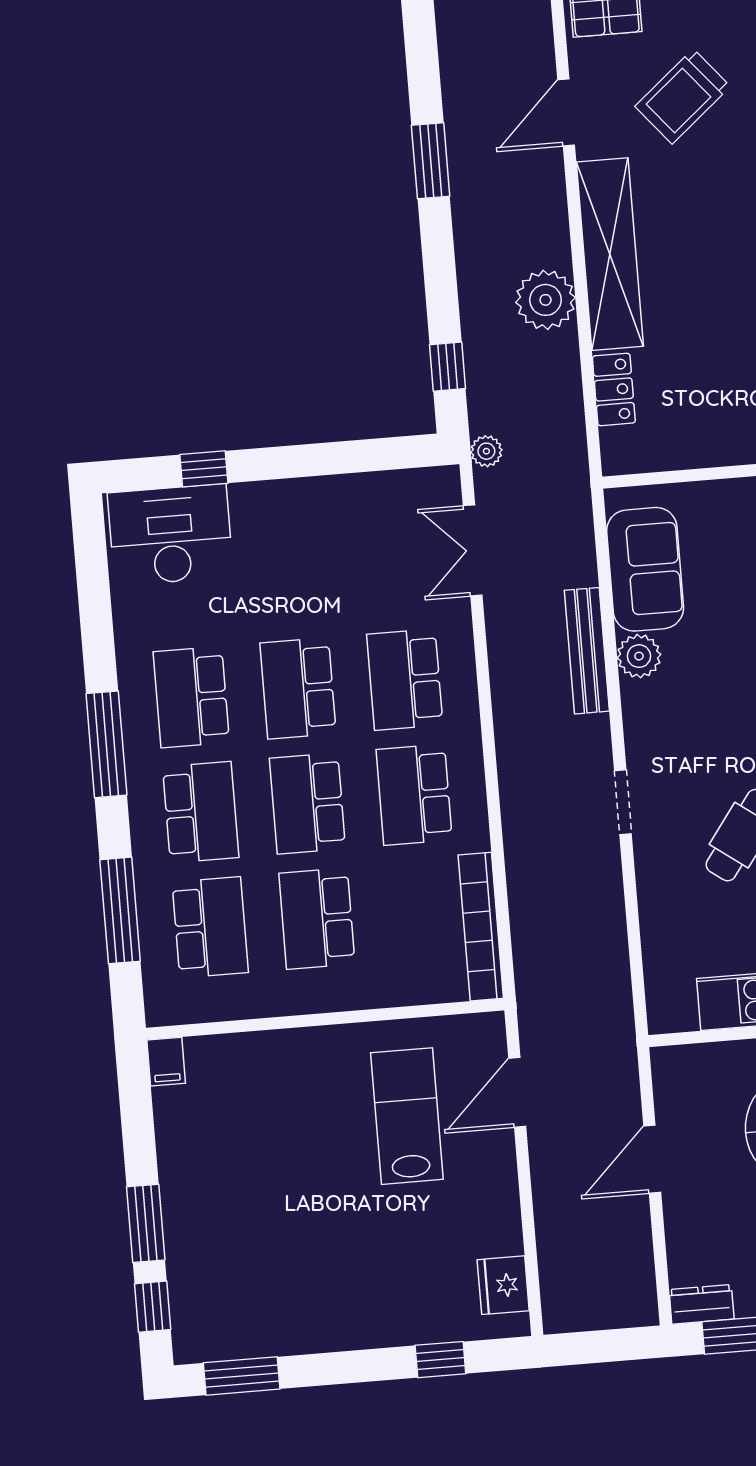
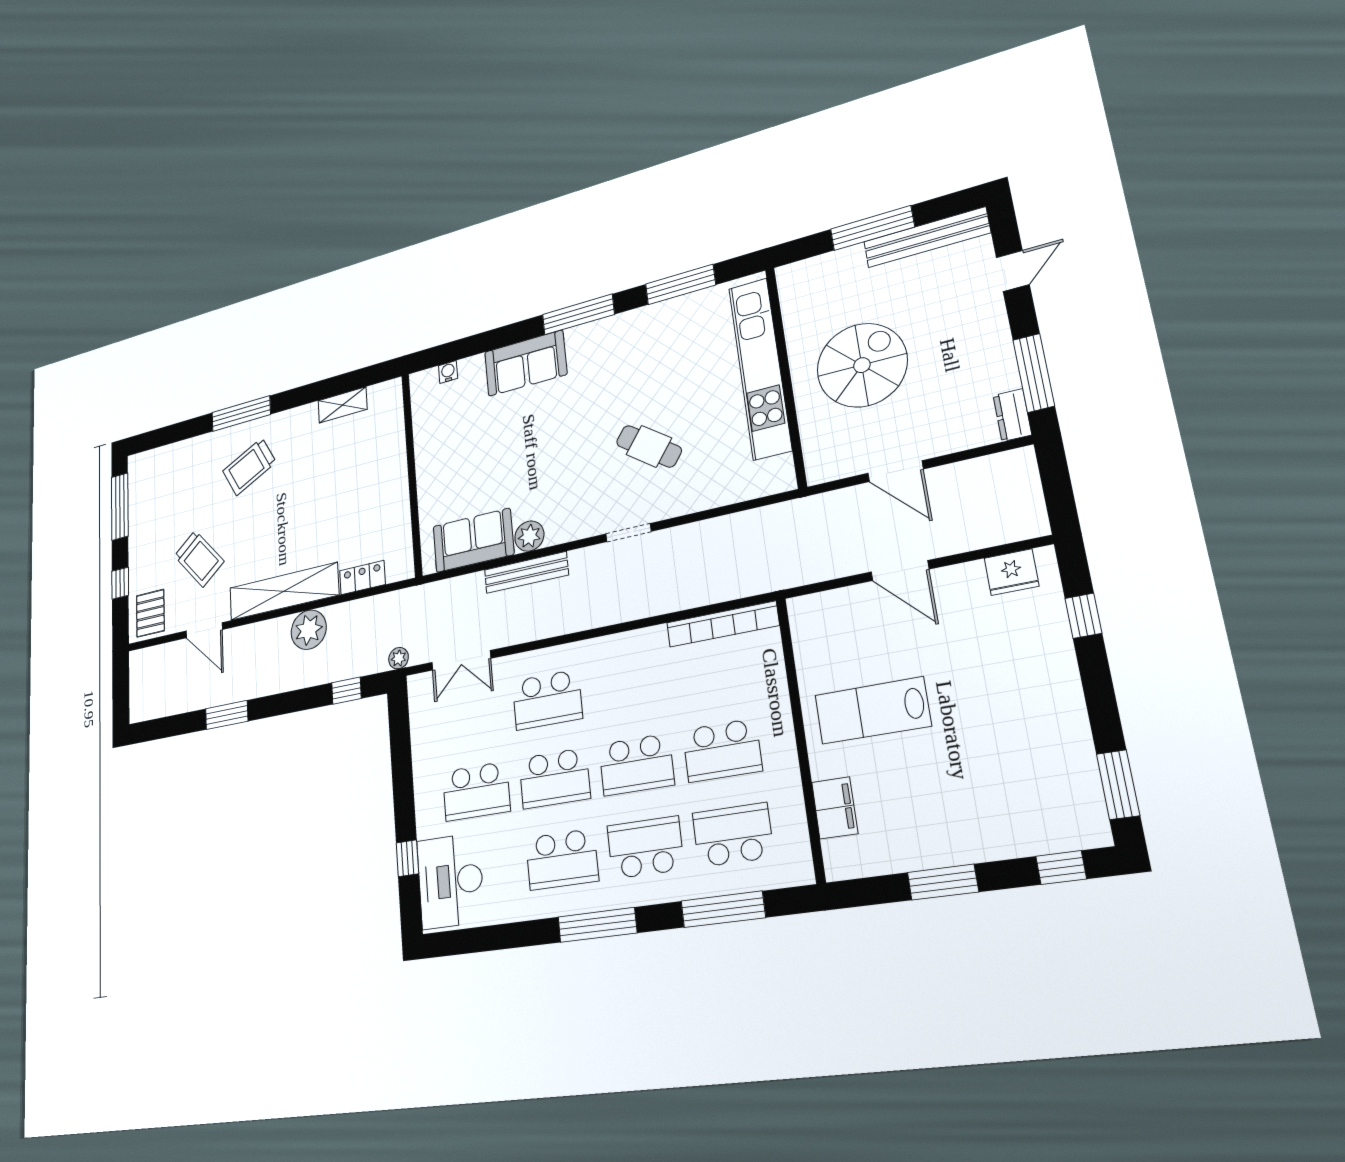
school desk: (414, 795) -> (476, 791), moved
filing cabinet: (166, 1062) -> (835, 808), moved, width x2.00
door: (517, 1092) -> (900, 571), moved
lab bench: (407, 1116) -> (873, 710), moved
window: (146, 1223) -> (943, 882), moved

